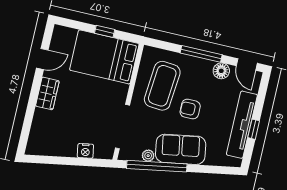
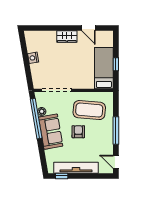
bed: (104, 57) -> (104, 68), width x0.67
door: (247, 64) -> (116, 162), hinge flipped
floor lamp: (221, 71) -> (108, 146), removed
window: (254, 129) -> (62, 176), moved
nightstand: (85, 151) -> (33, 58), moved

